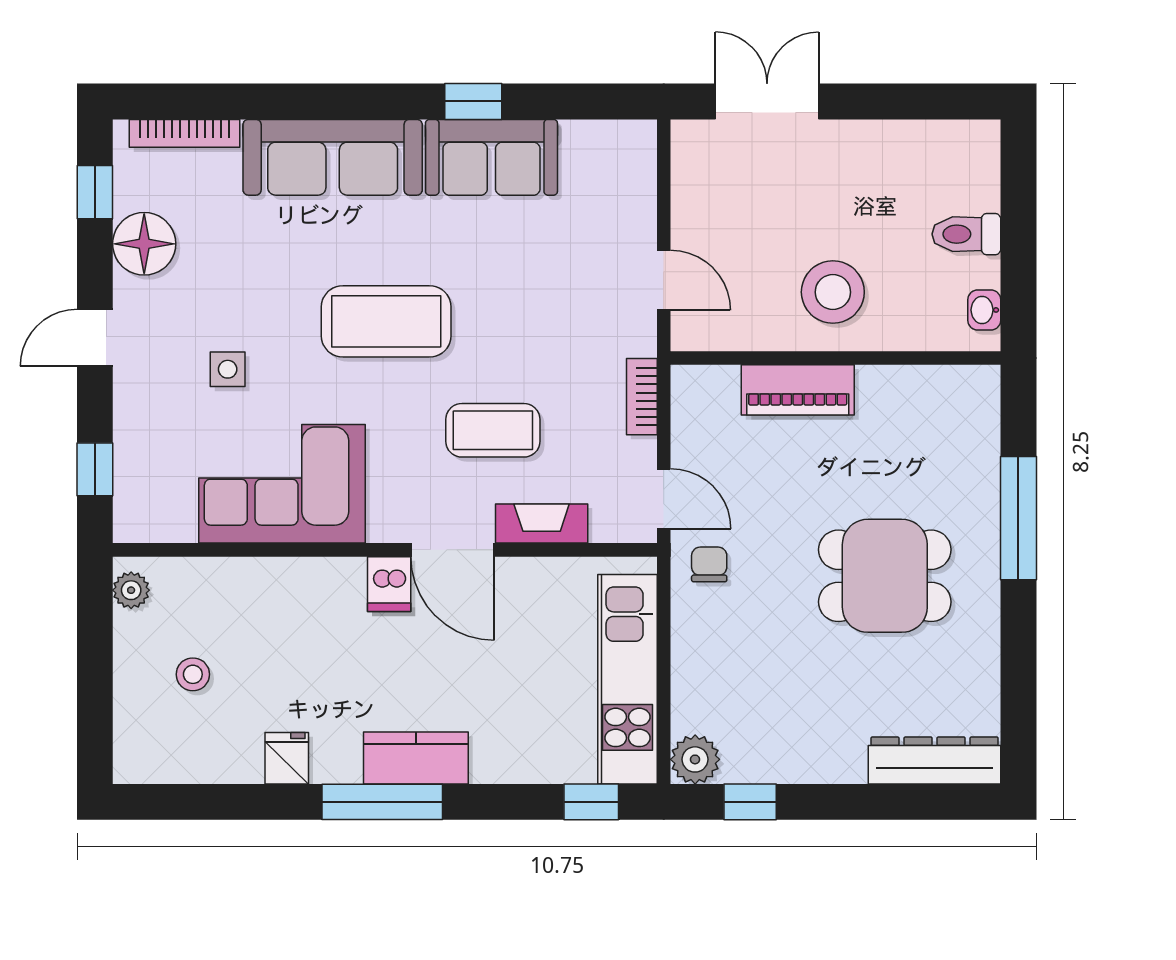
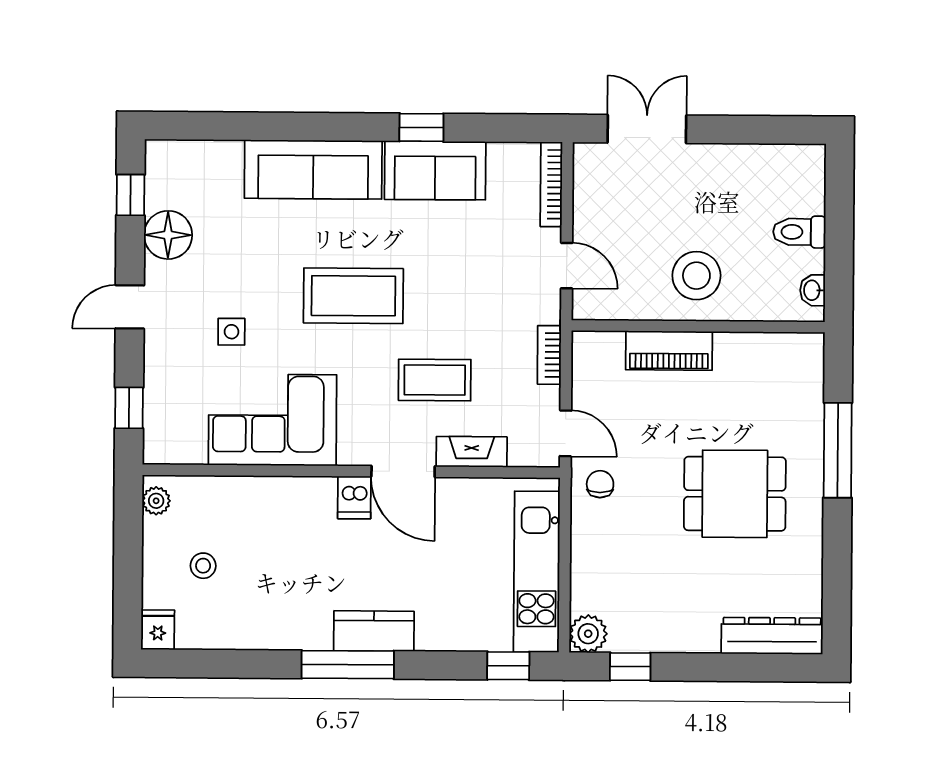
bookcase: (185, 133) -> (551, 184), moved, turned 90
fridge: (287, 758) -> (158, 630), moved

